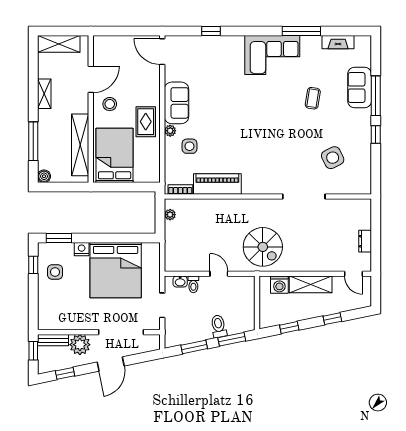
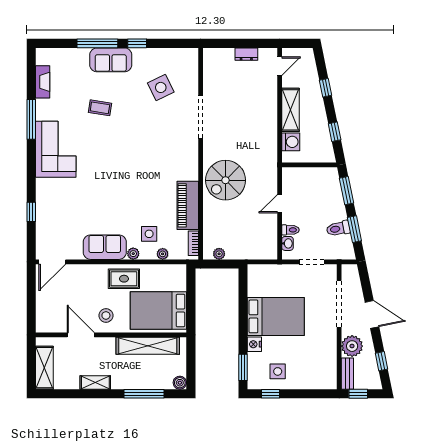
sofa: (360, 88) -> (111, 60), moved
plant: (170, 159) -> (163, 254), added
spiral stairs: (263, 247) -> (226, 180), moved, turned 180
bed: (116, 270) -> (276, 316), width x0.73
toilet: (219, 326) -> (338, 229), moved

